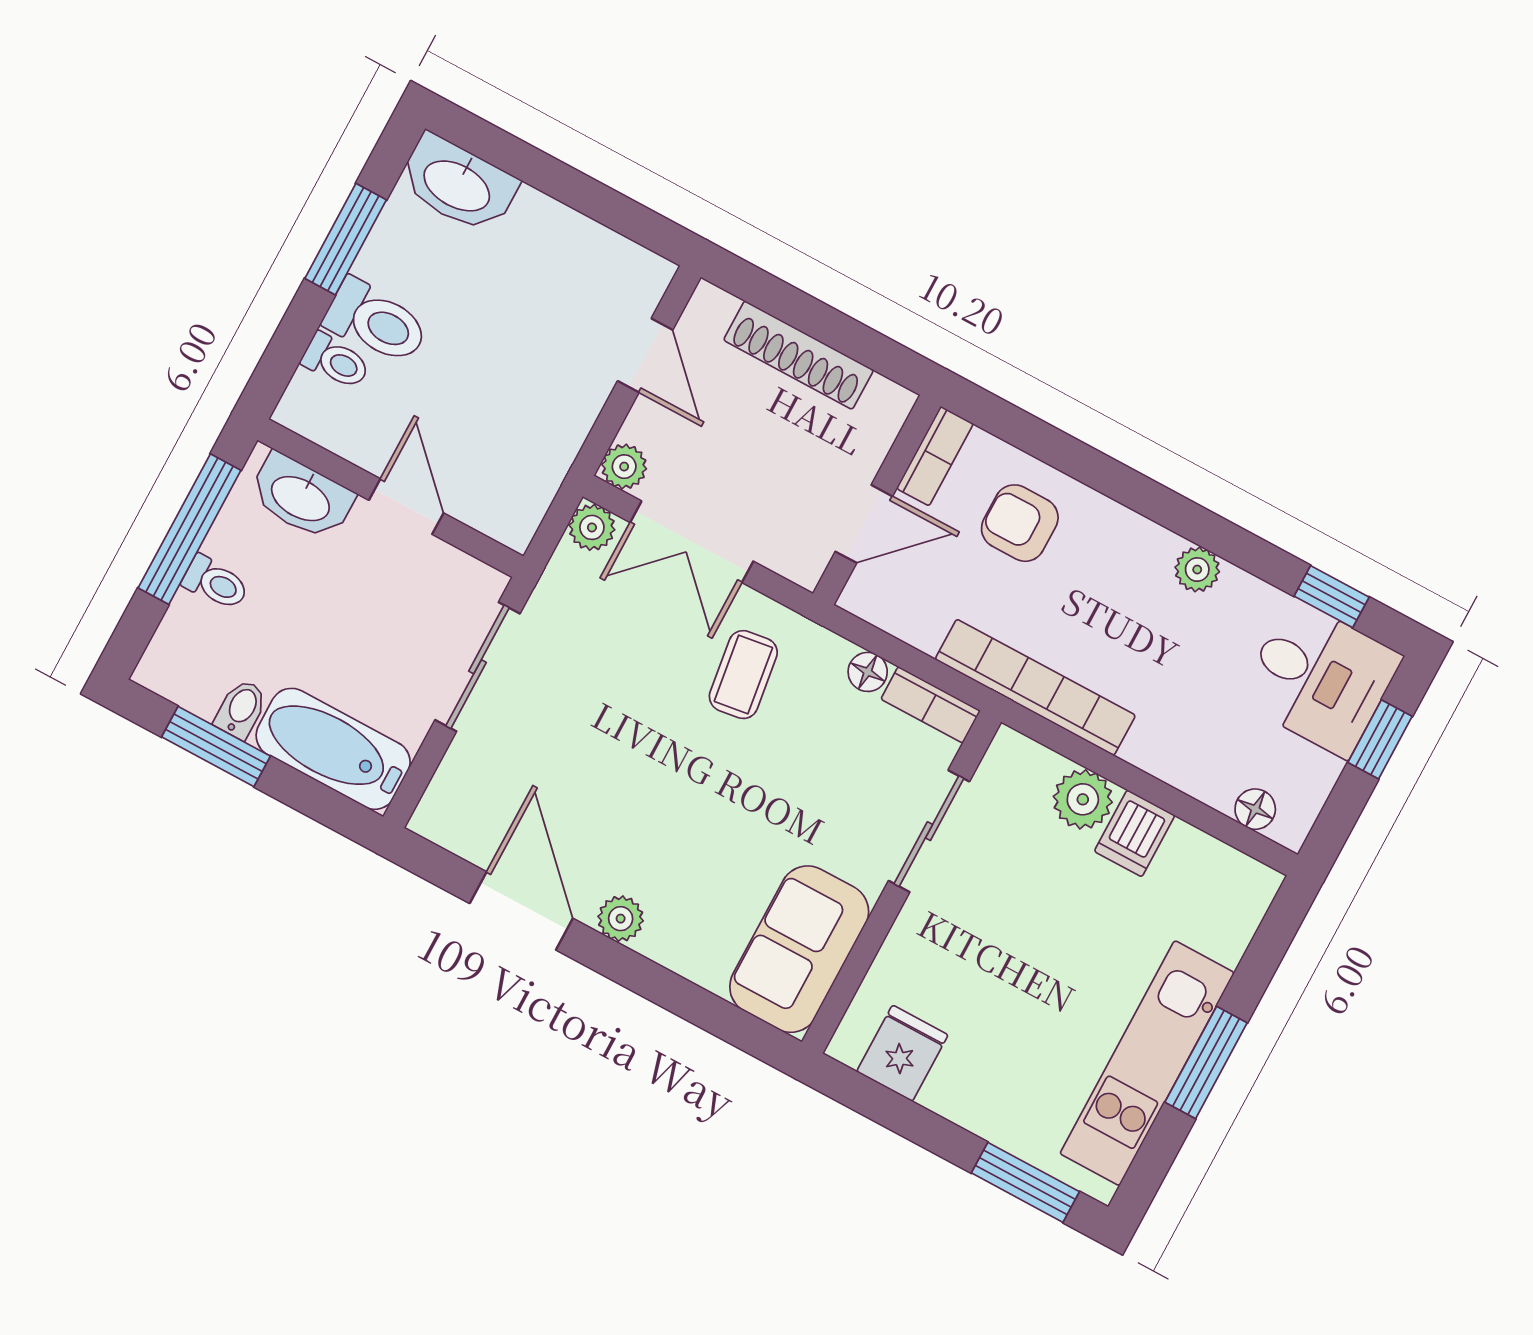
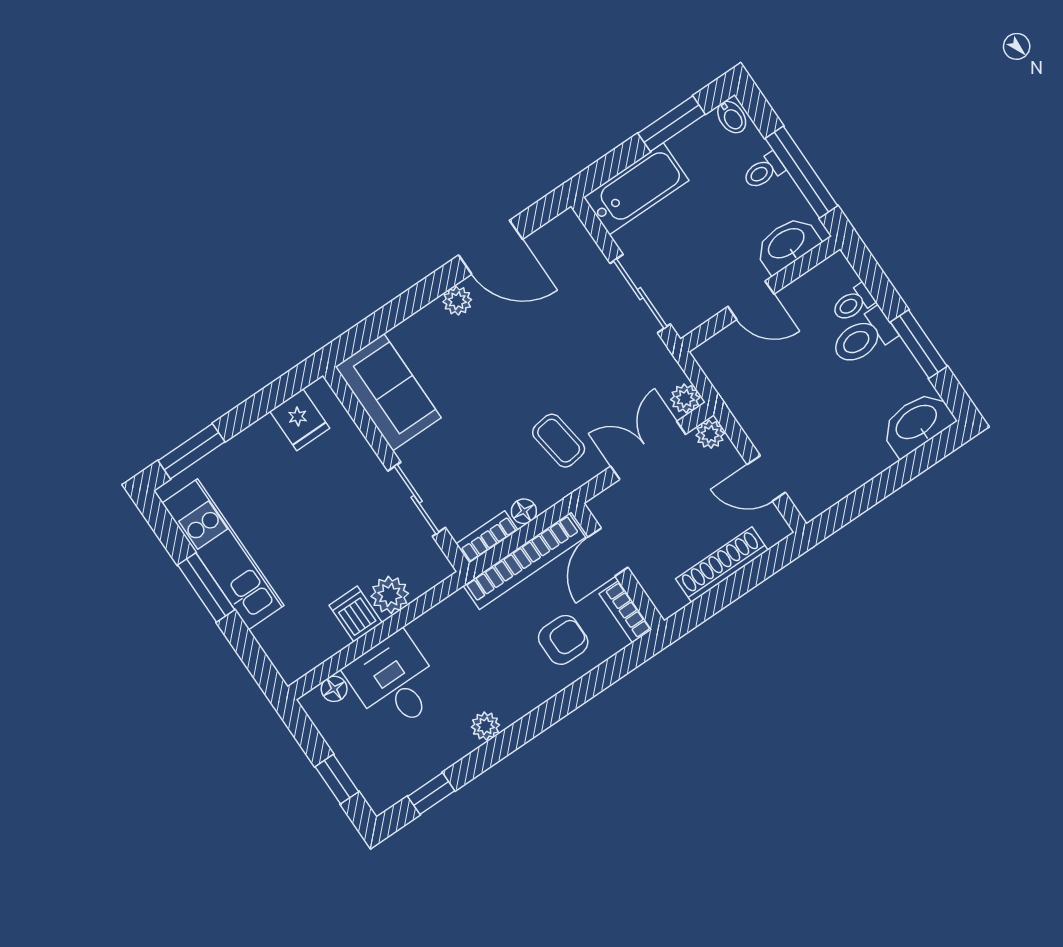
desk: (1320, 678) -> (394, 682), moved, turned 90
bookcase: (1035, 687) -> (524, 561), moved
bidet: (241, 709) -> (732, 117), moved

